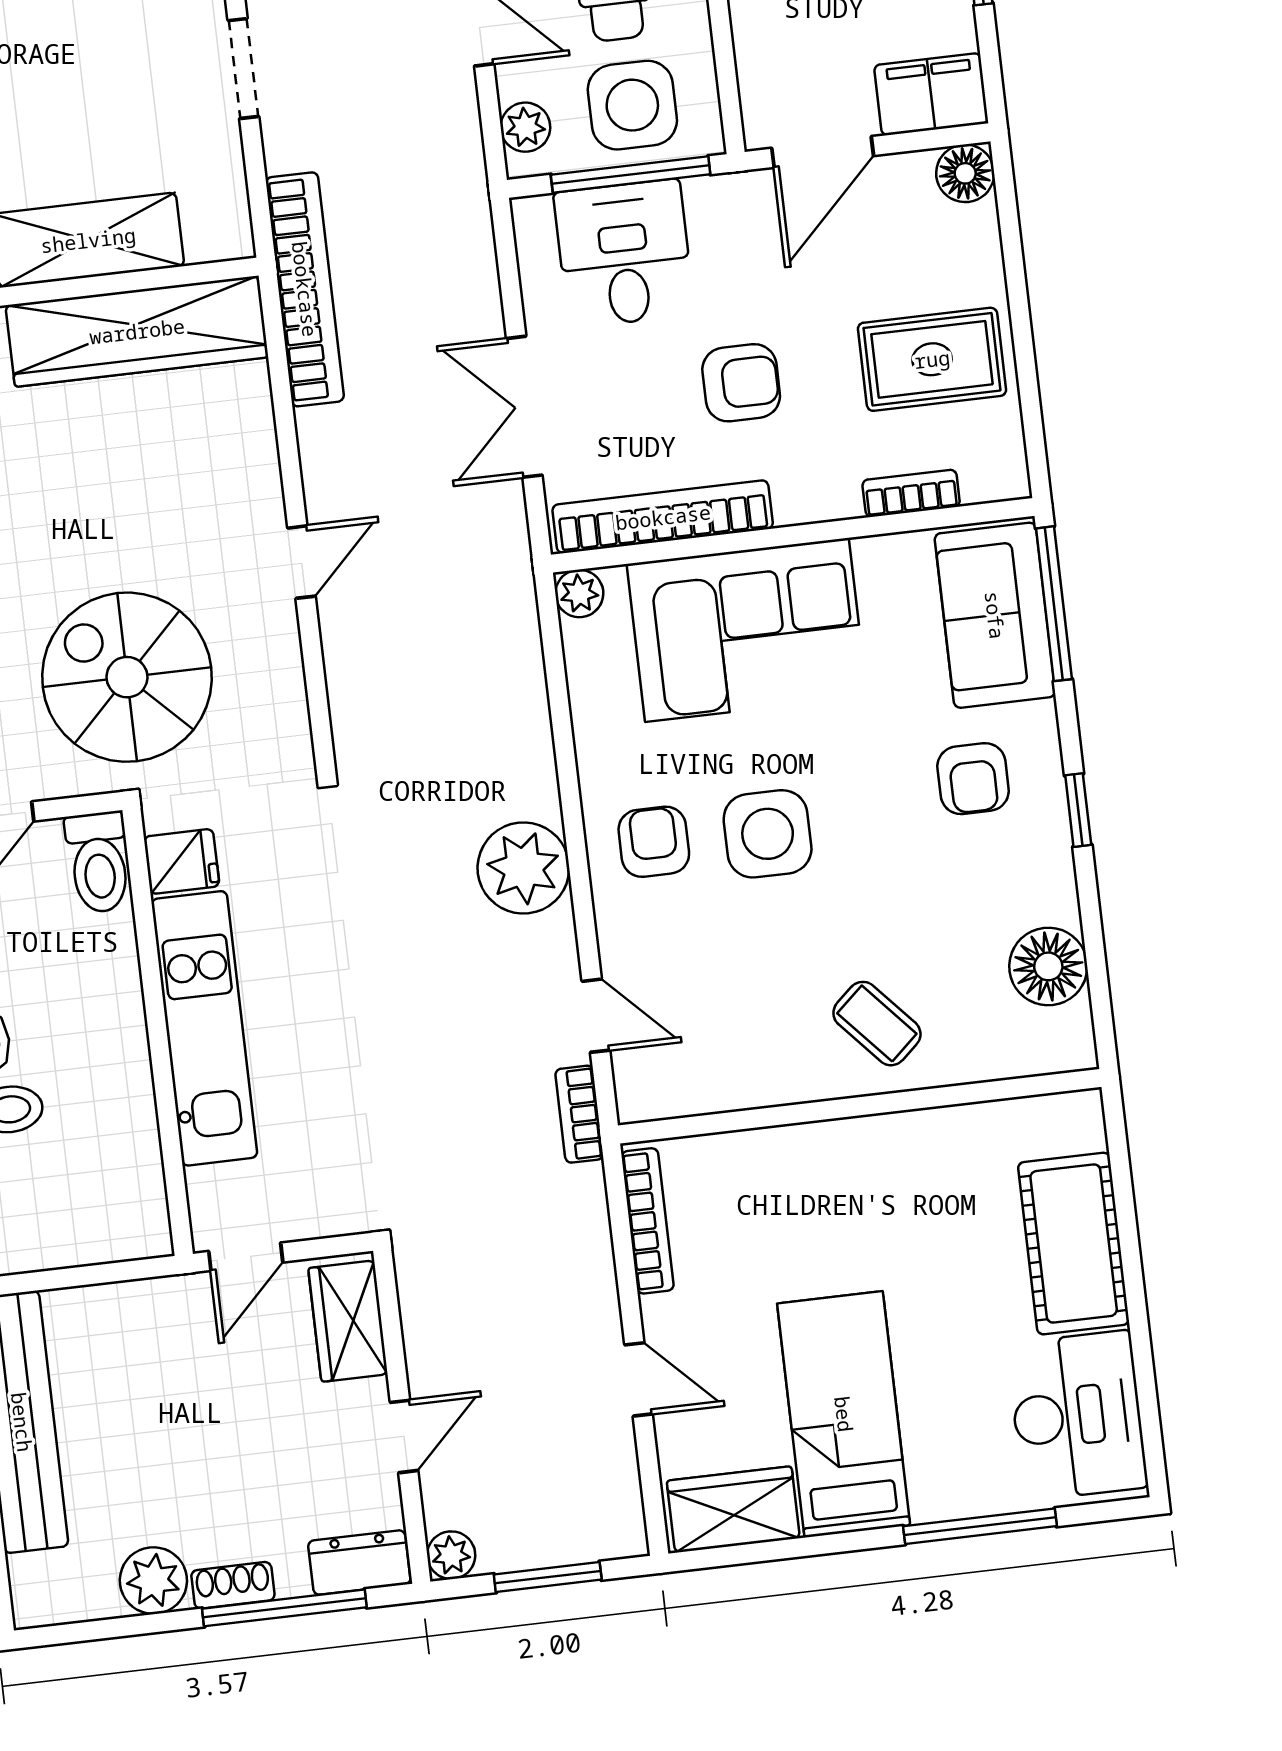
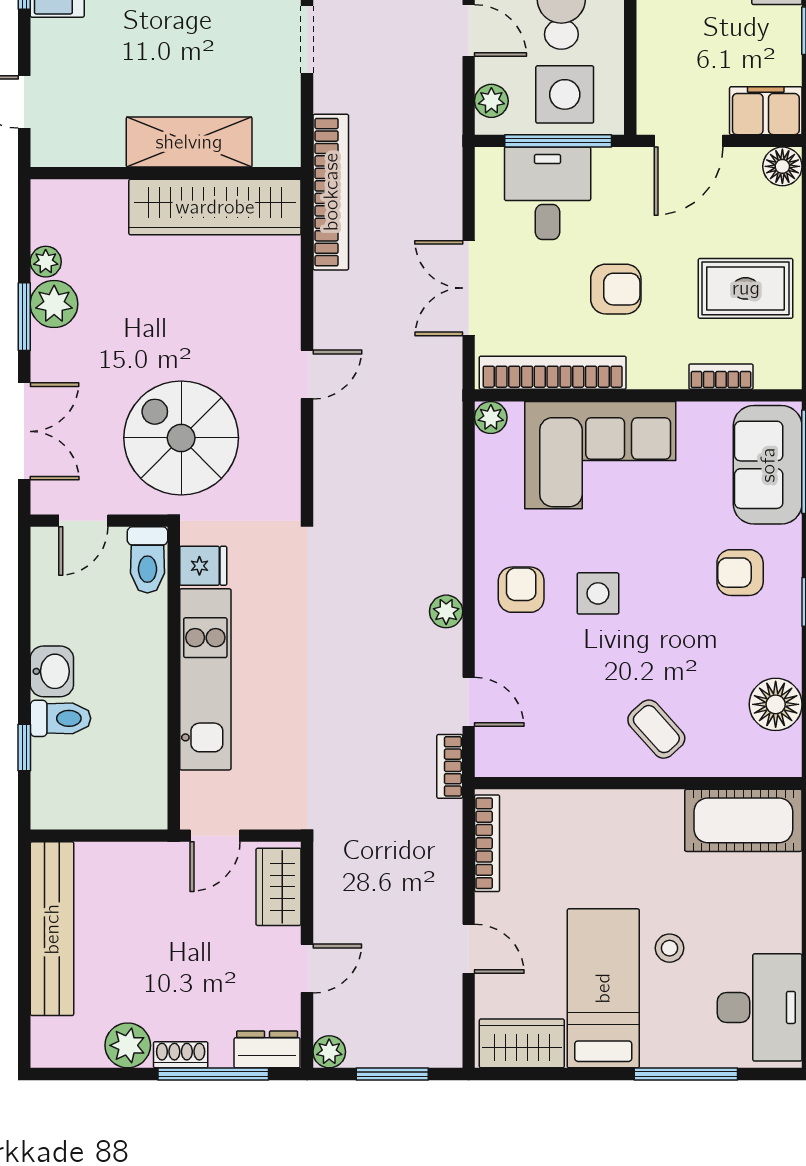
armchair: (973, 779) -> (740, 573), turned 90
side table: (768, 834) -> (598, 593), width x0.73, depth x0.73
plant: (523, 868) -> (446, 611), width x0.53, depth x0.53
cot: (1074, 1244) -> (743, 820), moved, turned 90
stool: (934, 1344) -> (670, 948), added

